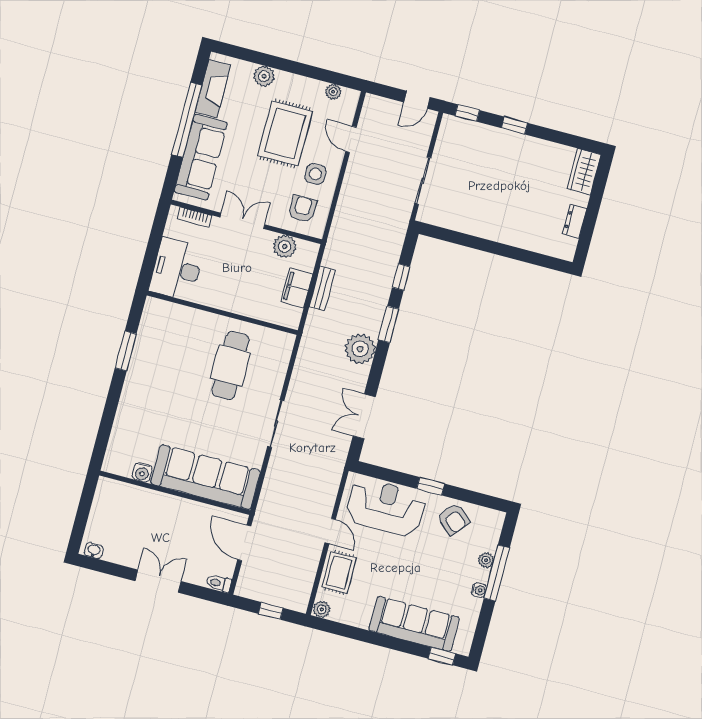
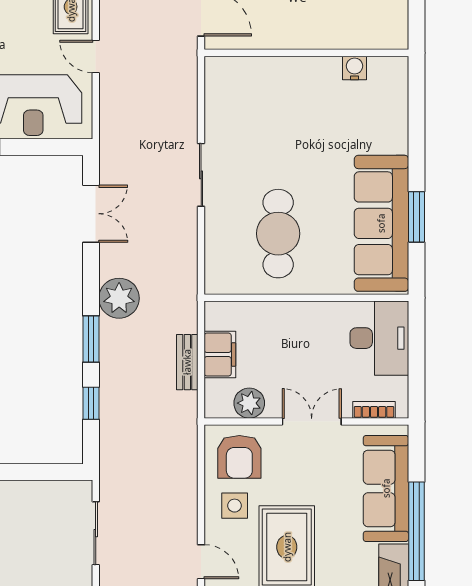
armchair: (302, 209) -> (239, 457), width x1.38, depth x1.38
double door: (242, 221) -> (312, 421), swing flipped
sofa: (206, 477) -> (381, 223), moved, turned 90

